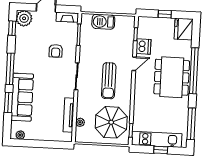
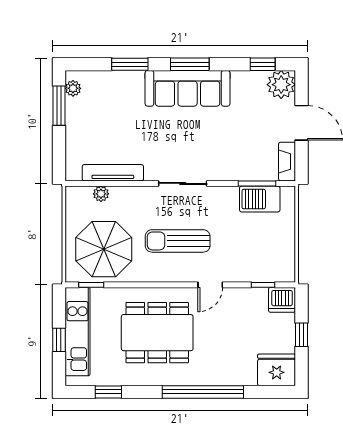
barbecue: (103, 22) -> (260, 199), moved, turned -90
dishwasher: (143, 47) -> (282, 300), moved
armchair: (56, 51) -> (226, 144), removed
door: (134, 64) -> (210, 285), hinge flipped
window: (10, 69) -> (190, 64), width x0.69
dining table: (172, 77) -> (157, 333), moved
sofa: (22, 97) -> (188, 88), moved
window: (191, 124) -> (108, 392), width x0.46
window: (30, 143) -> (59, 106), added

